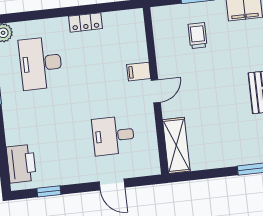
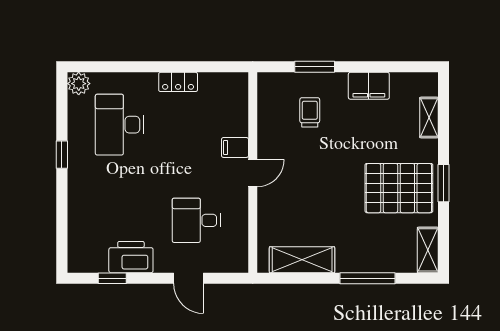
shelving: (176, 145) -> (302, 260), moved, turned 90
printer: (21, 164) -> (131, 257), moved, turned -90

